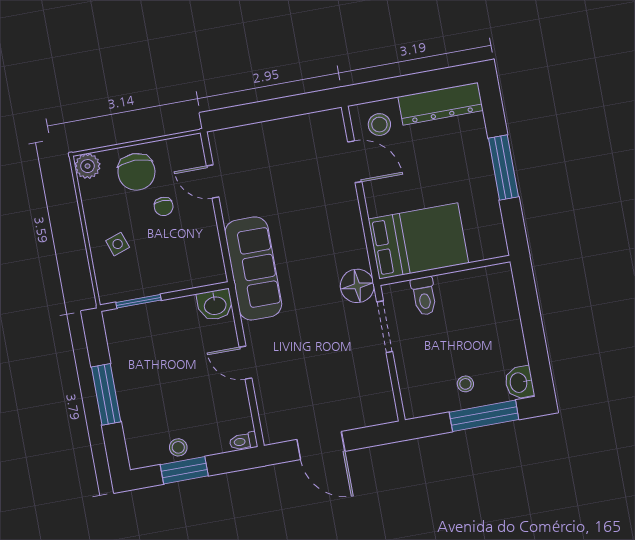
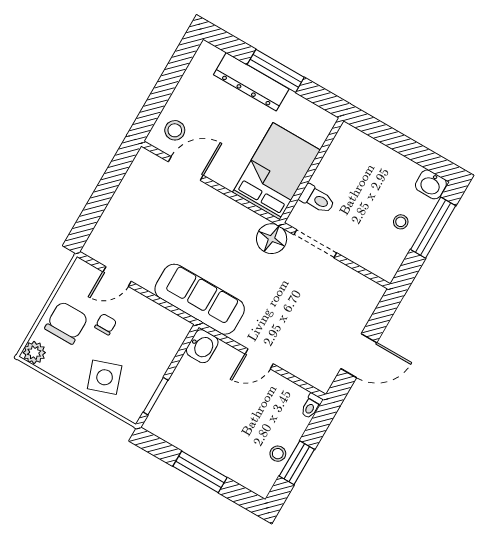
dresser: (441, 104) -> (251, 82), moved, turned 90
chair: (136, 172) -> (66, 323), turned -90
chair: (164, 206) -> (106, 324), turned -90
side table: (118, 244) -> (105, 377), width x1.87, depth x1.87

